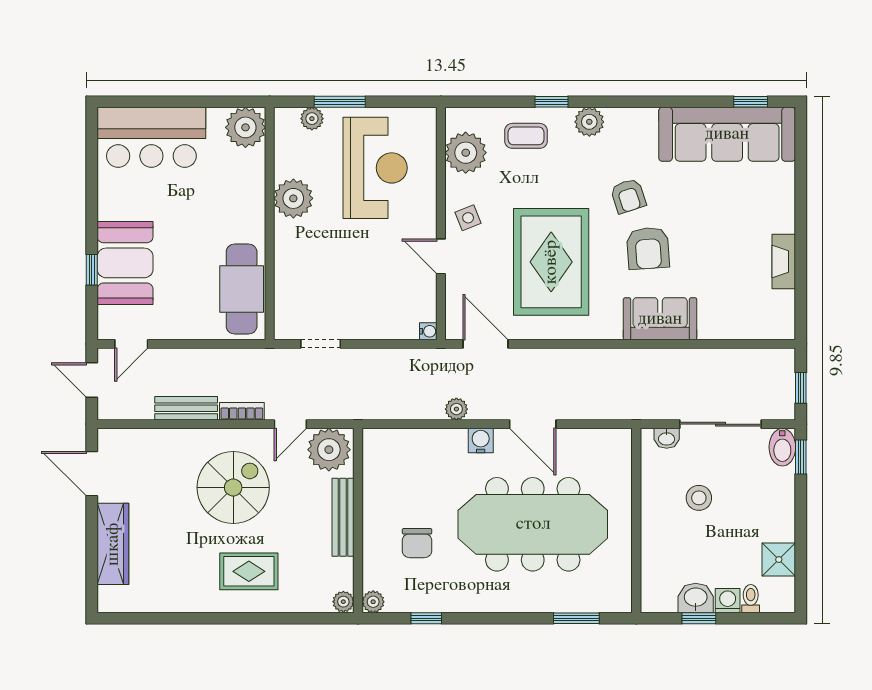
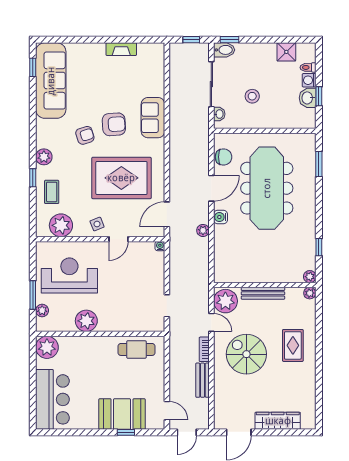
cafe table: (242, 289) -> (136, 349), width x0.73, depth x0.74
chair: (417, 543) -> (223, 157), moved

